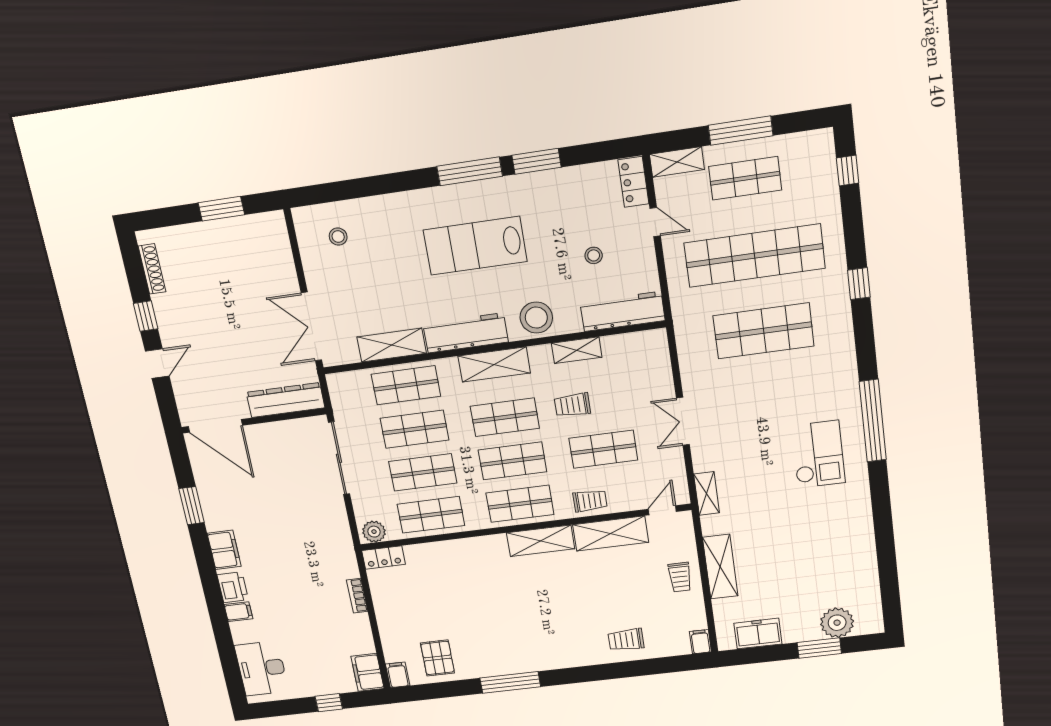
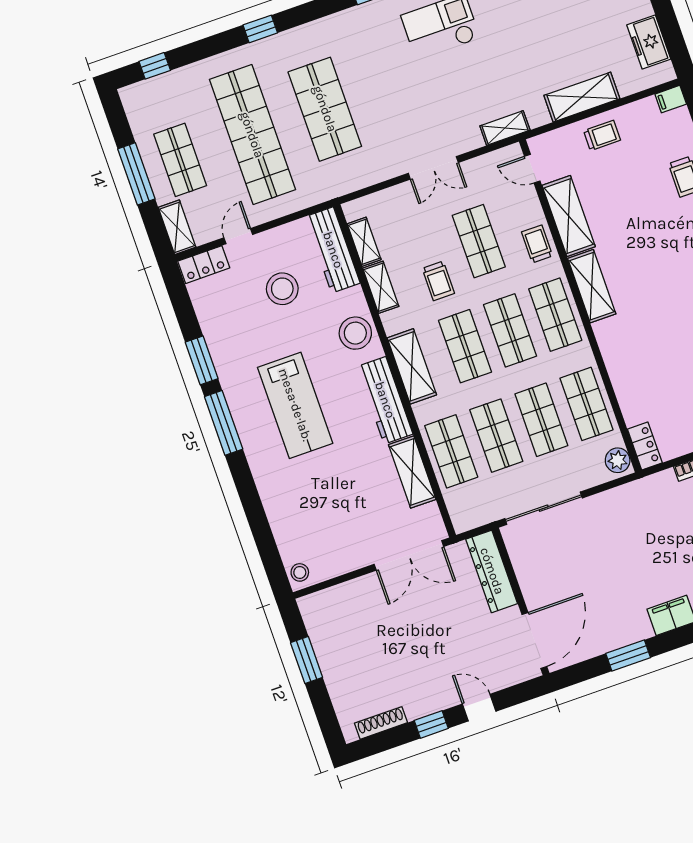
stool: (338, 237) -> (300, 572), moved
stool: (594, 255) -> (282, 289), width x1.89, depth x1.89
shelving: (624, 343) -> (364, 242), added

